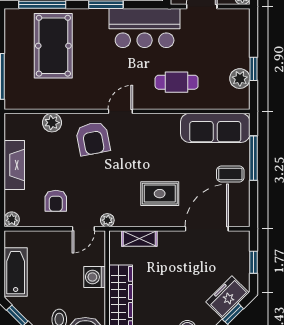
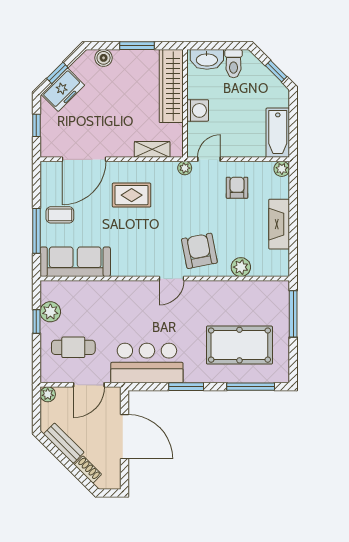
pool table: (53, 46) -> (239, 345), turned 90
cafe table: (177, 82) -> (73, 347), moved
bathtub: (16, 272) -> (278, 133), moved

